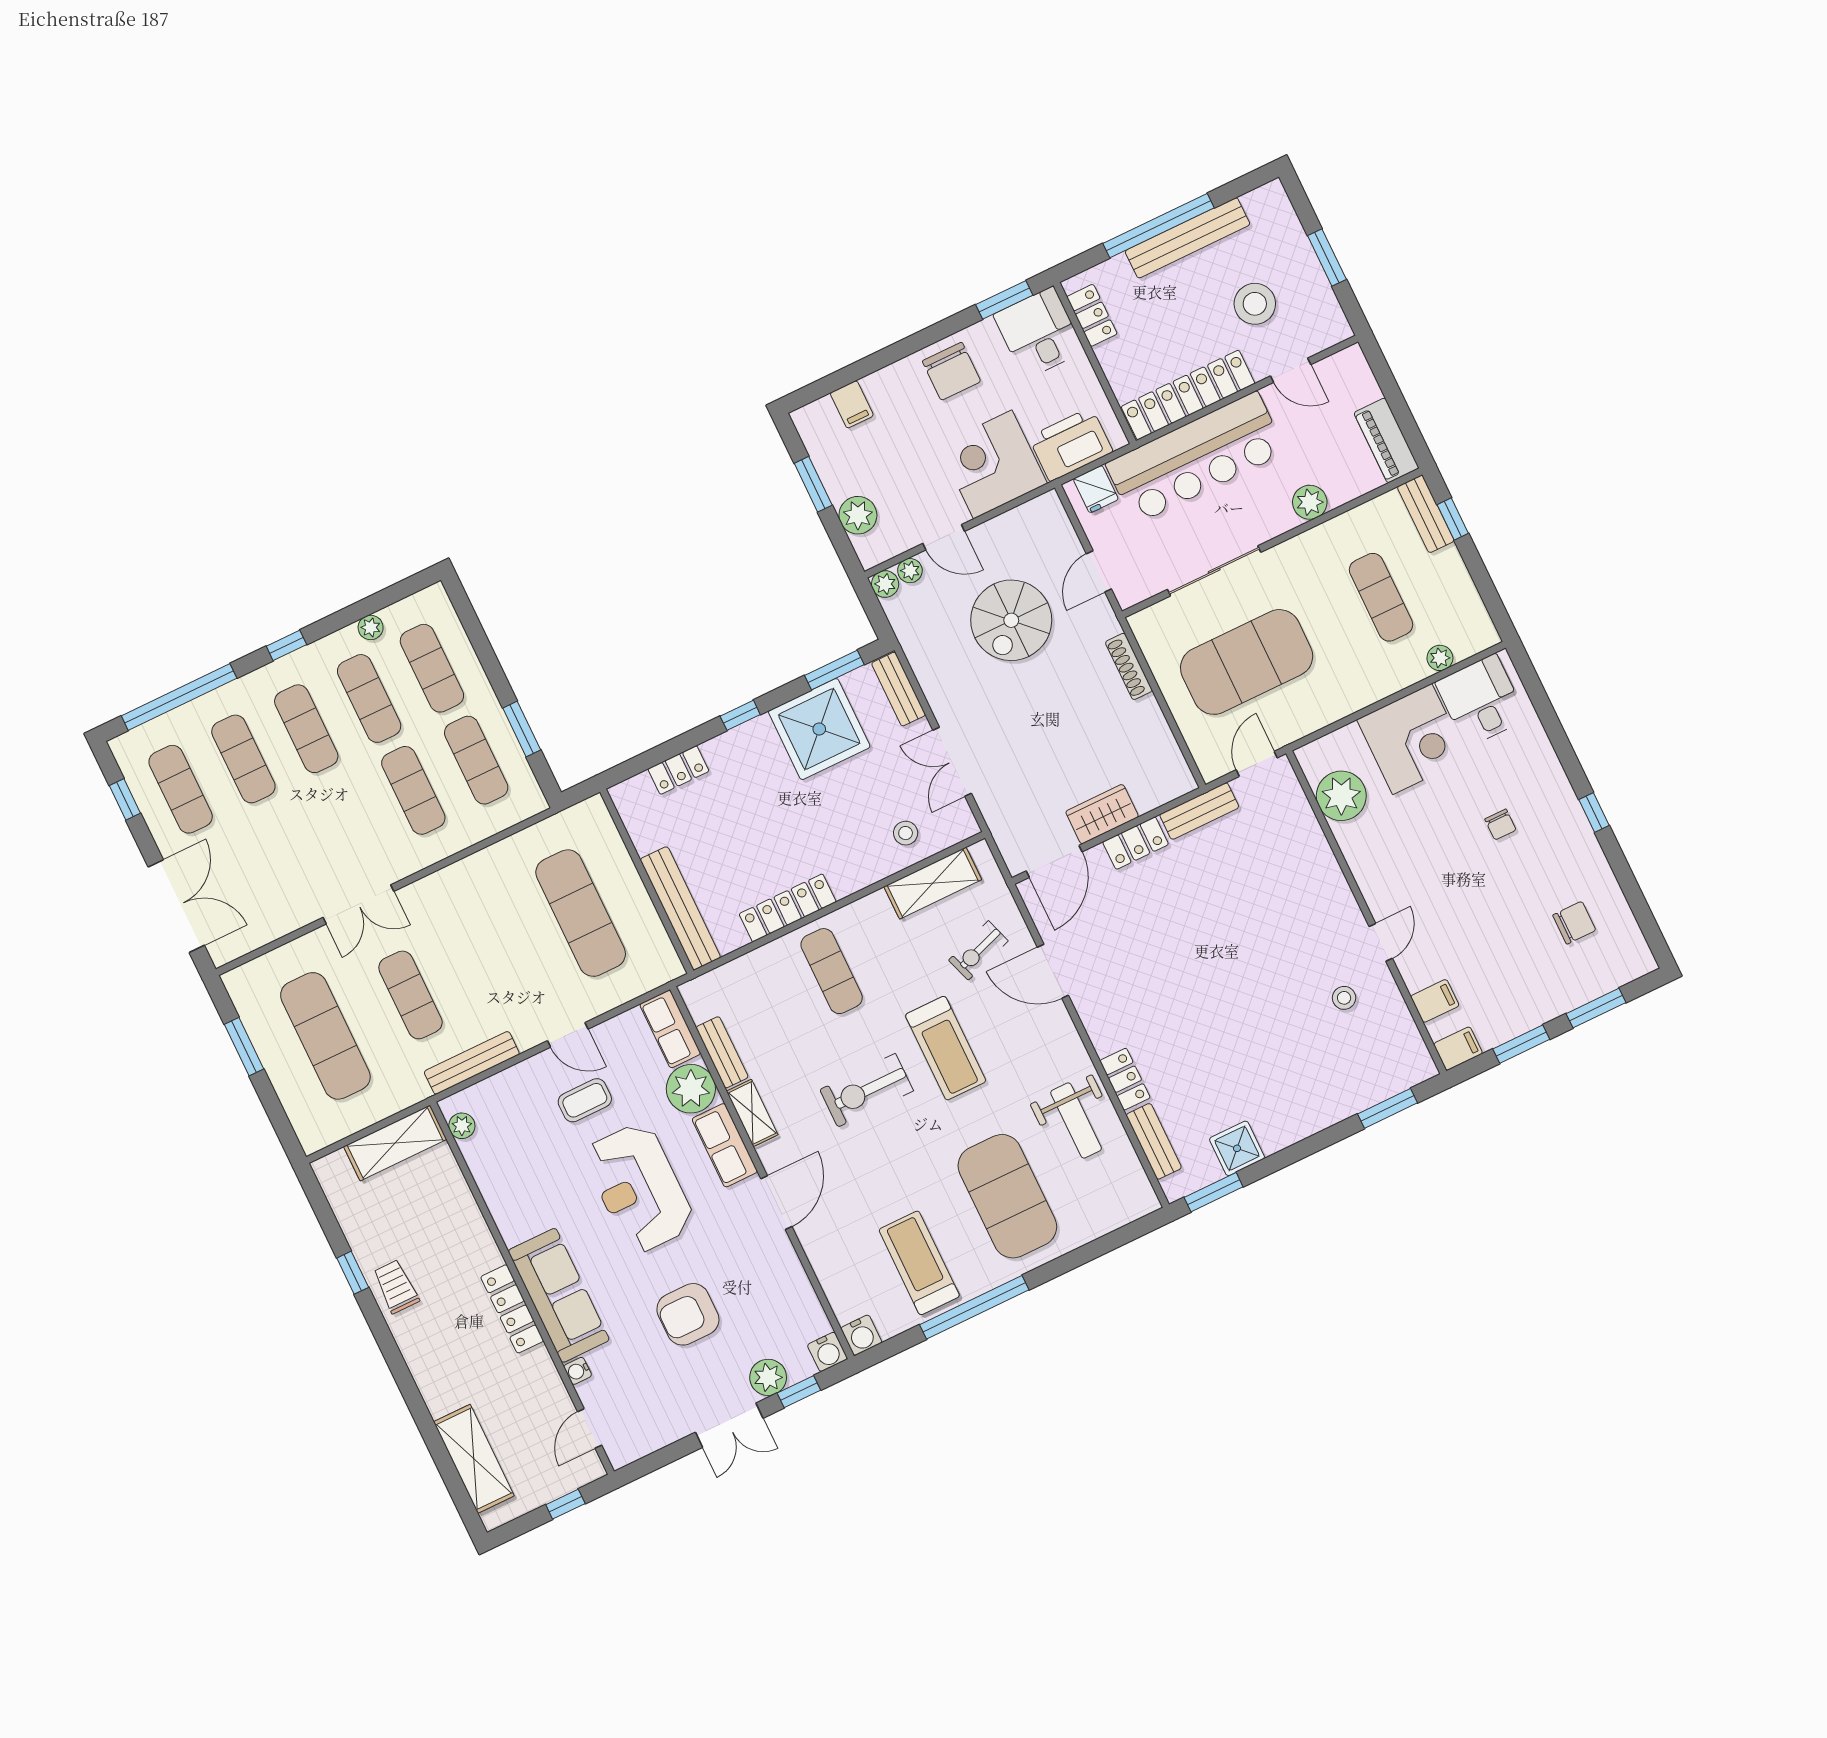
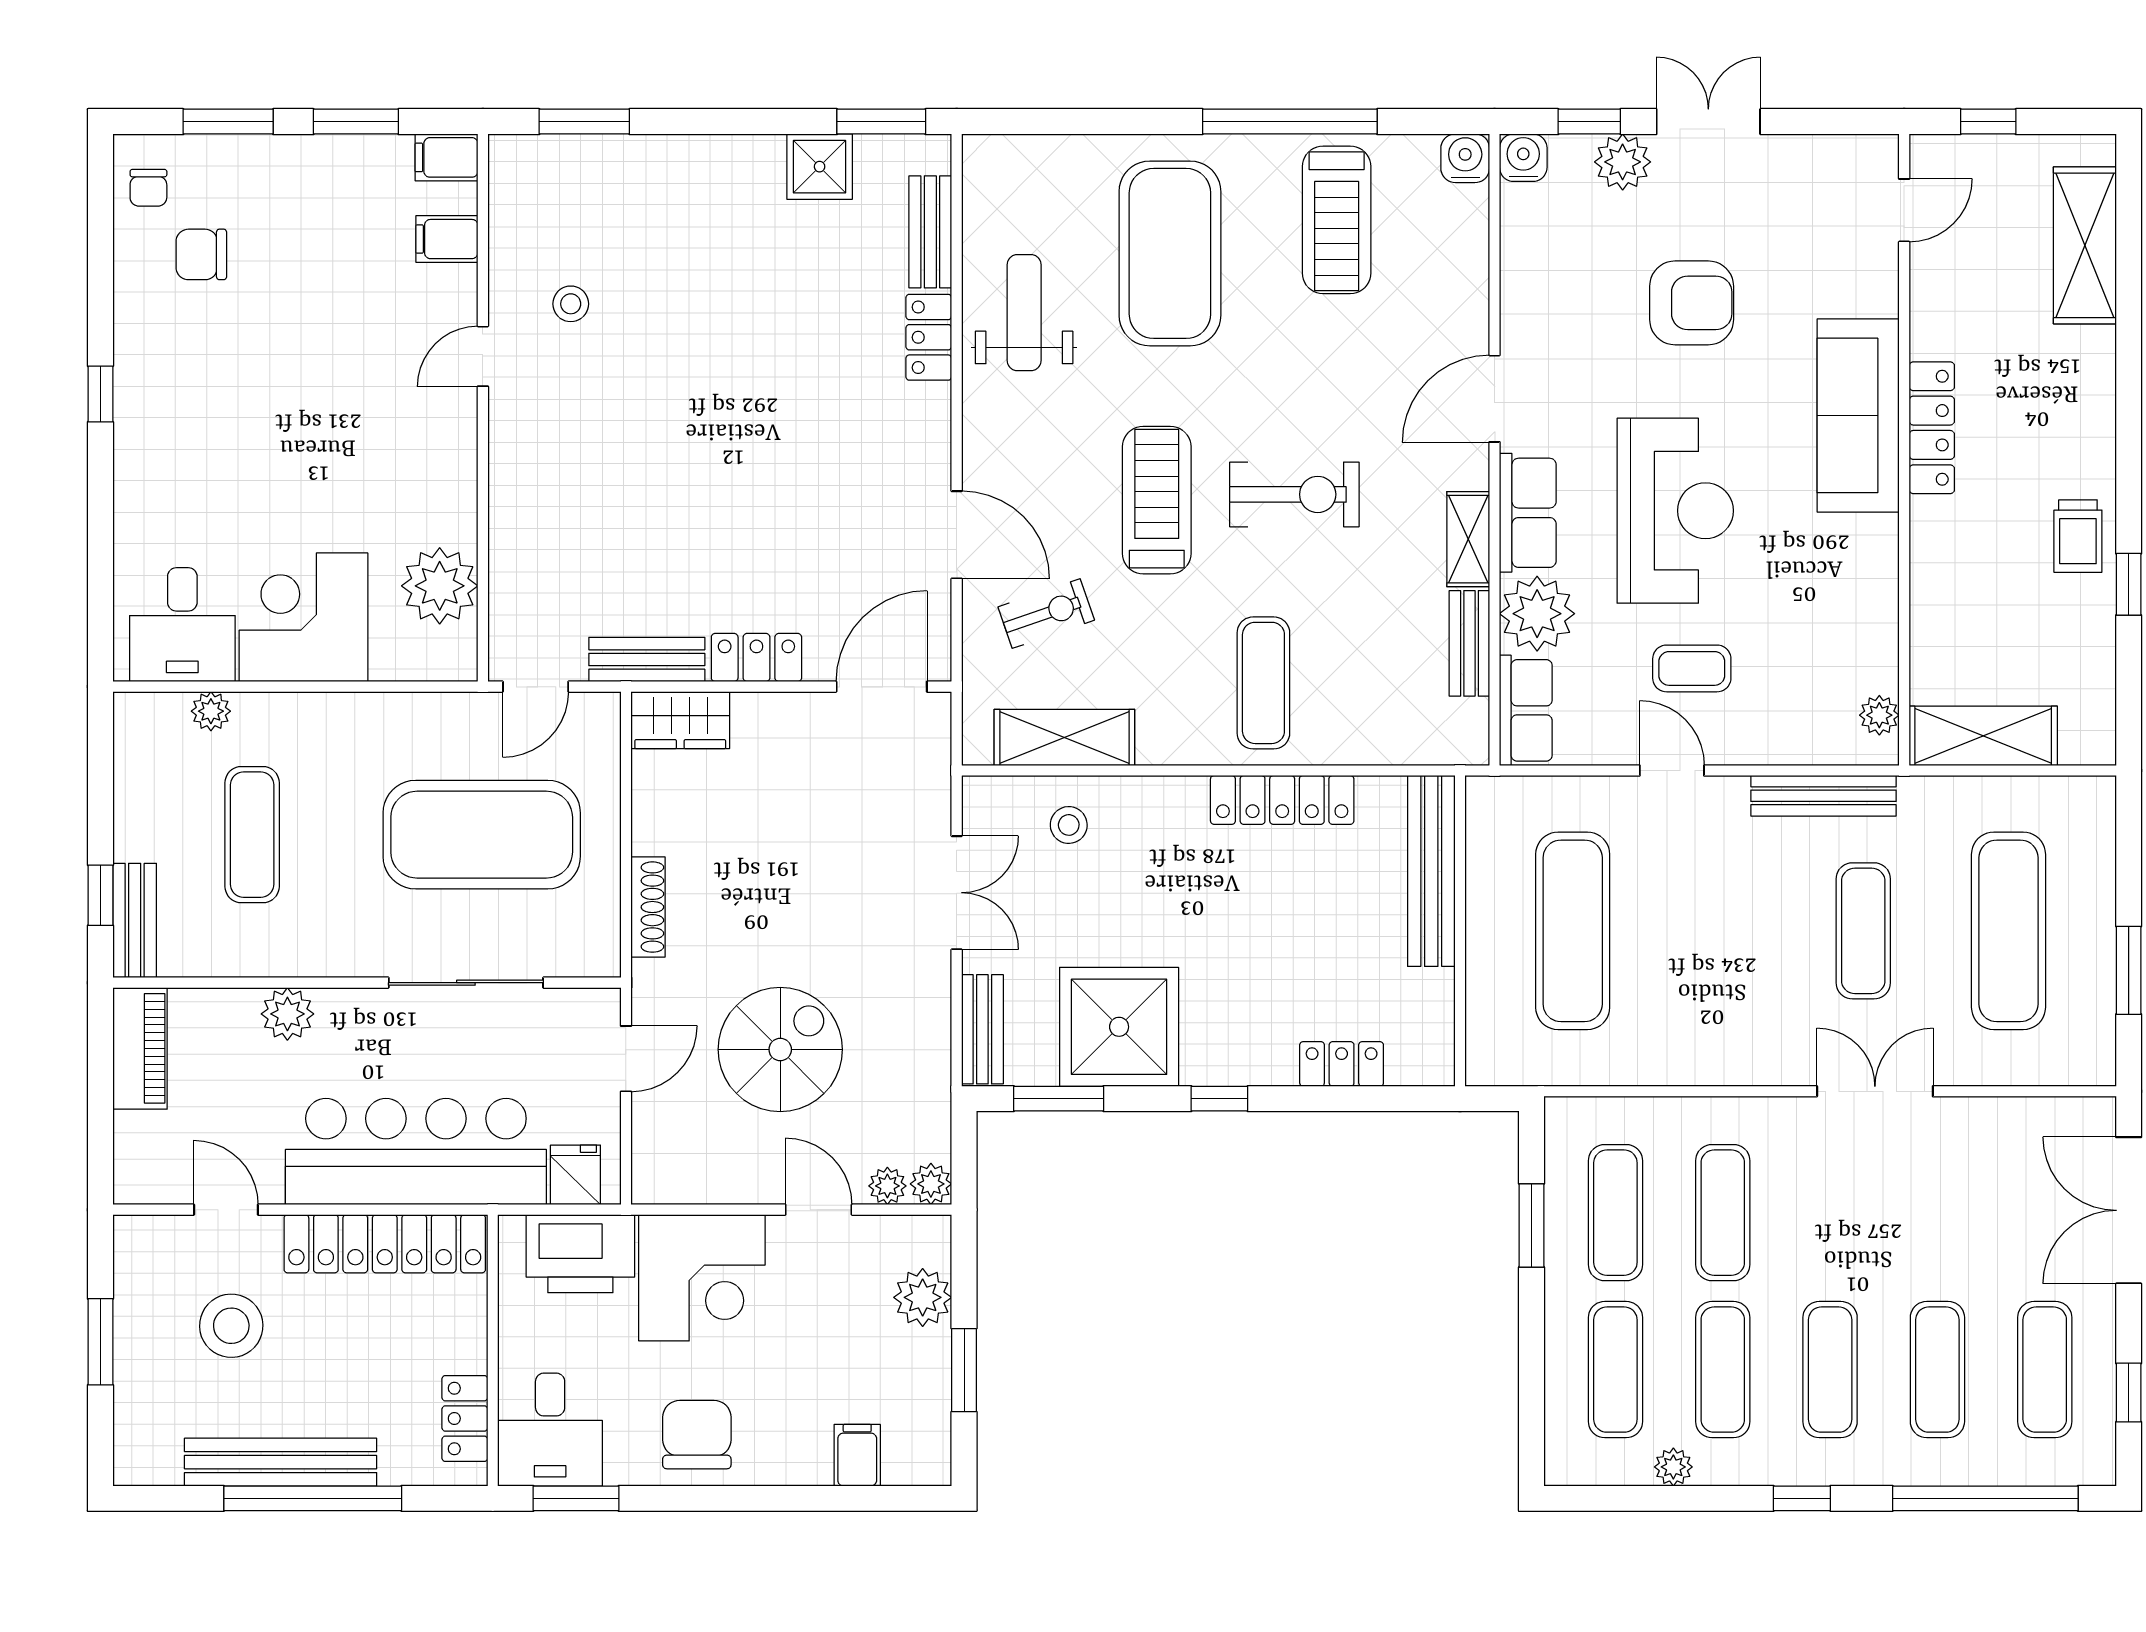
wardrobe: (1102, 814) -> (680, 720), moved
chair: (1500, 824) -> (148, 188), moved, turned 180
water cooler: (578, 1371) -> (1882, 298), removed

